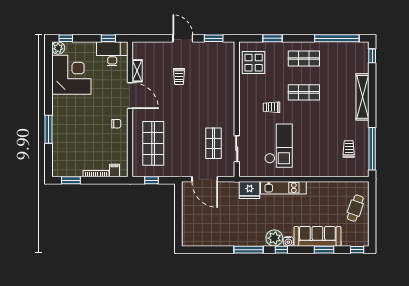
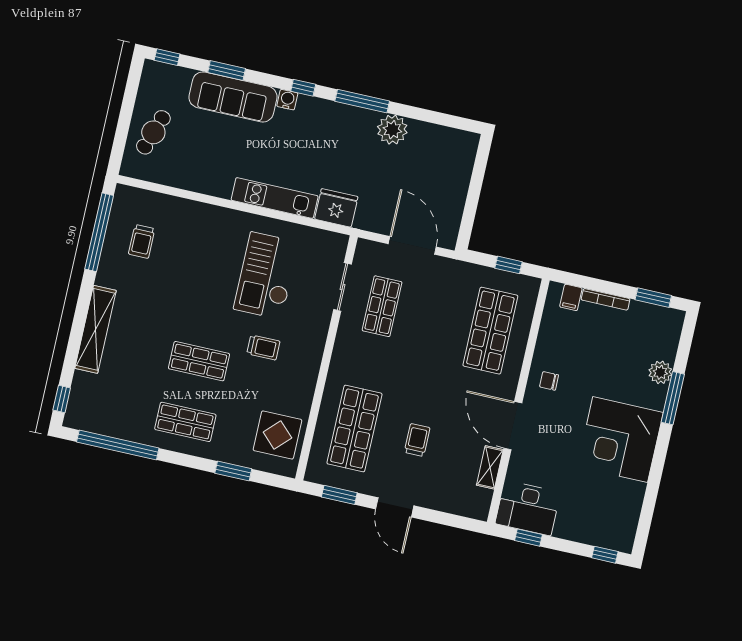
plant: (58, 48) -> (660, 372), moved
corner desk: (71, 75) -> (620, 440), moved
shop shelf: (214, 75) -> (354, 429), added
plant: (274, 238) -> (392, 130), moved

